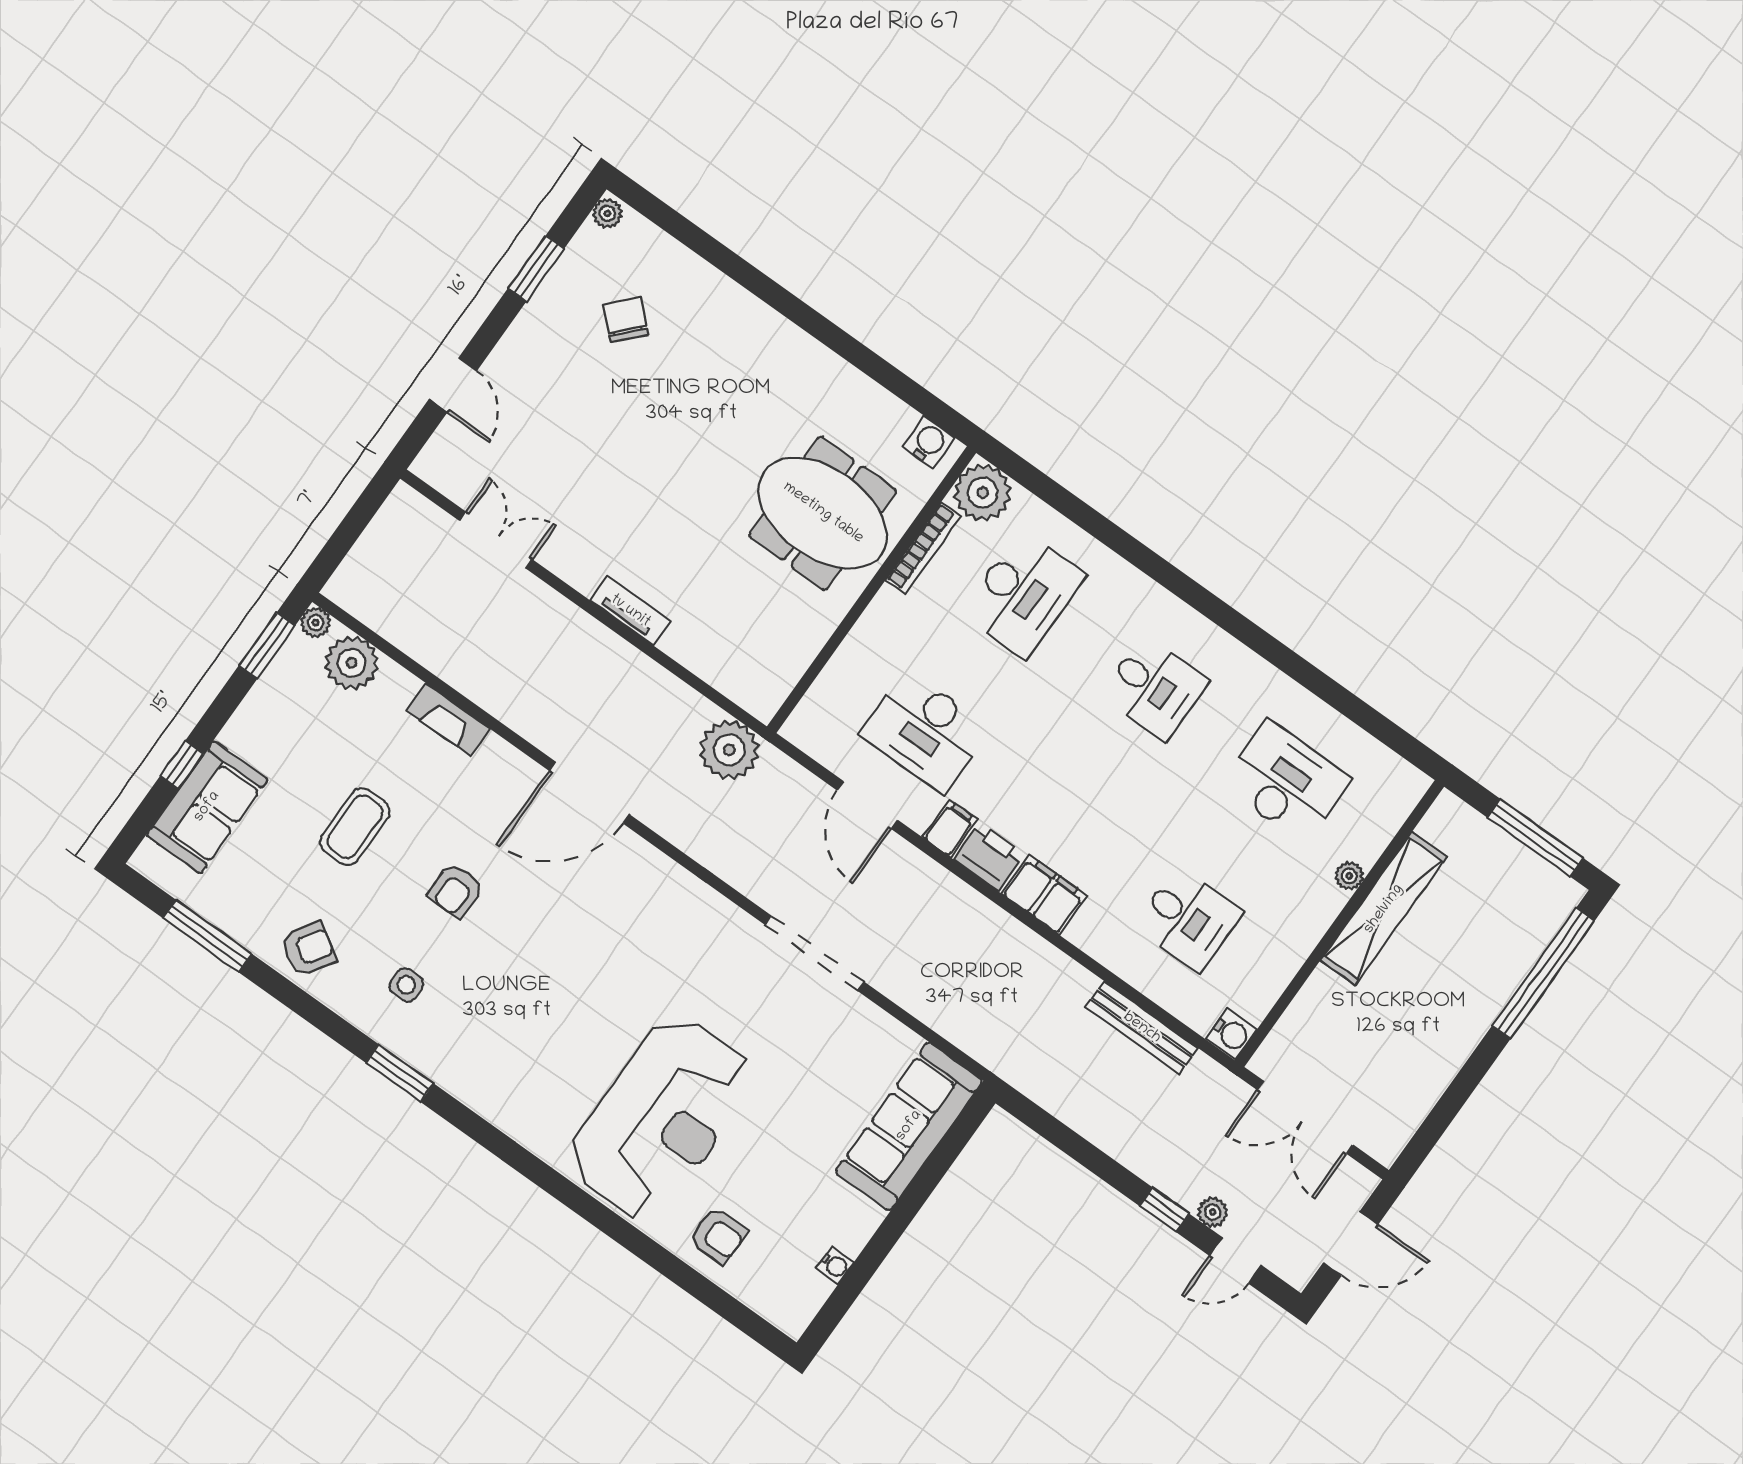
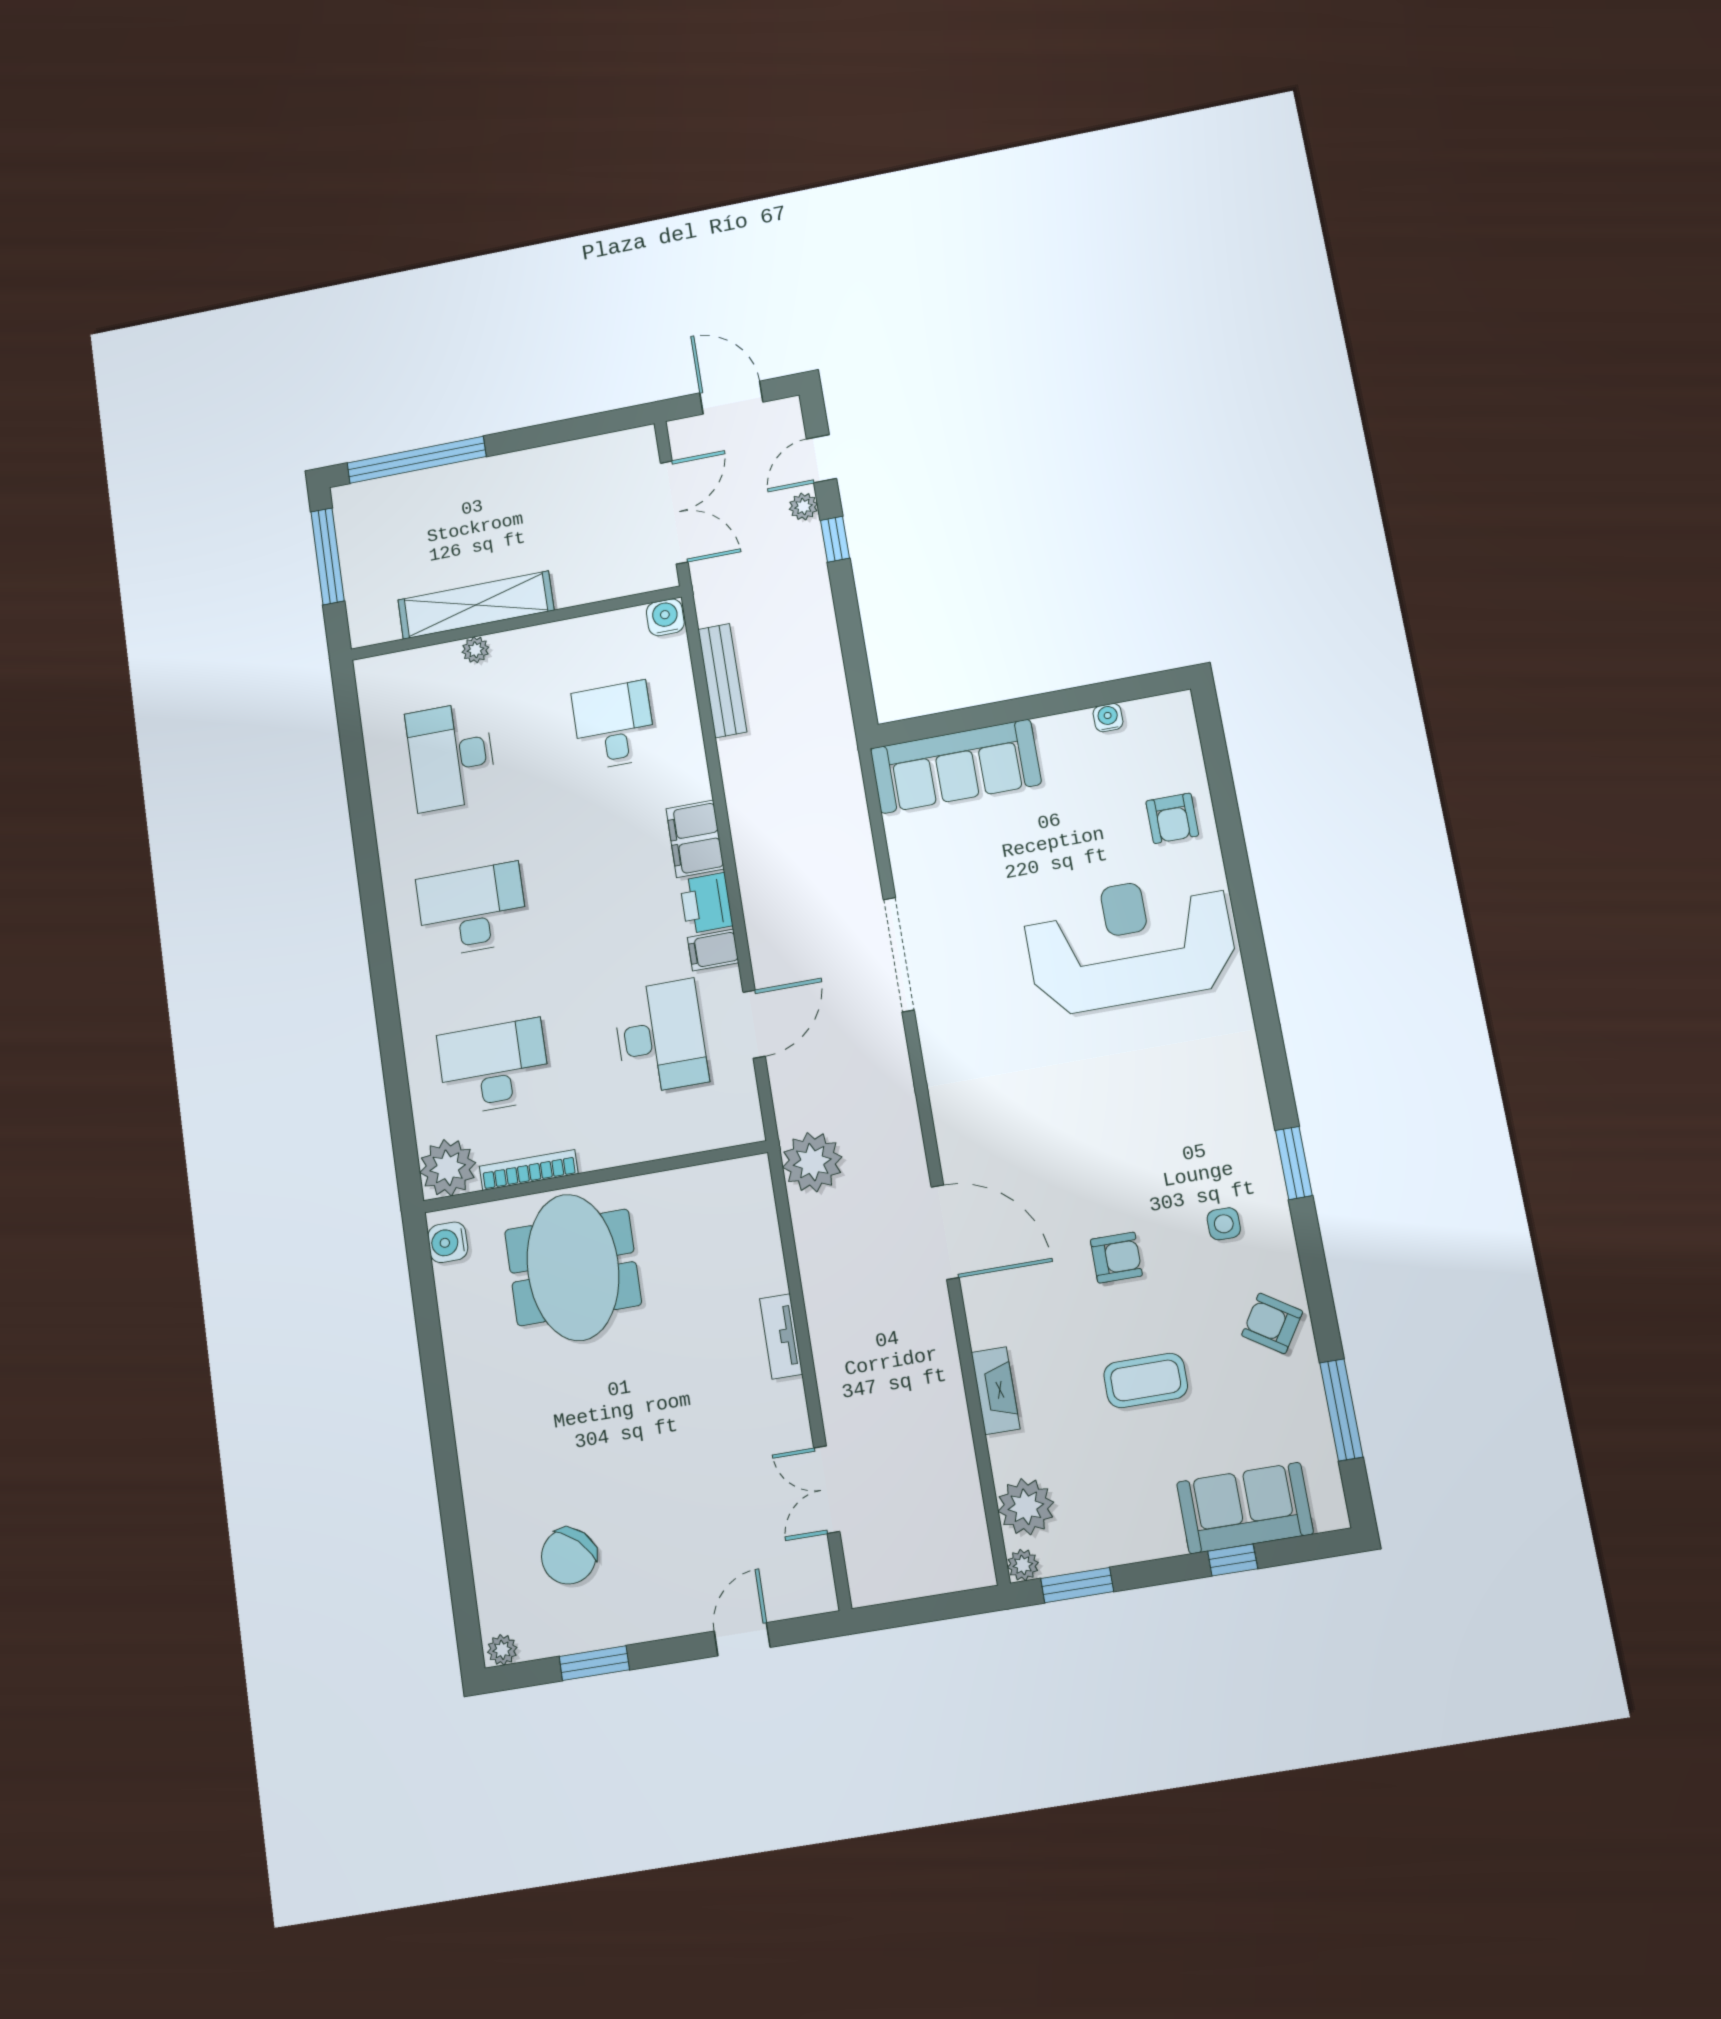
chair: (626, 320) -> (569, 1556), width x1.37, depth x1.37
desk: (1155, 688) -> (472, 910), width x1.37
armchair: (718, 1236) -> (1172, 818), turned 180
door: (1235, 1260) -> (822, 459), swing flipped

